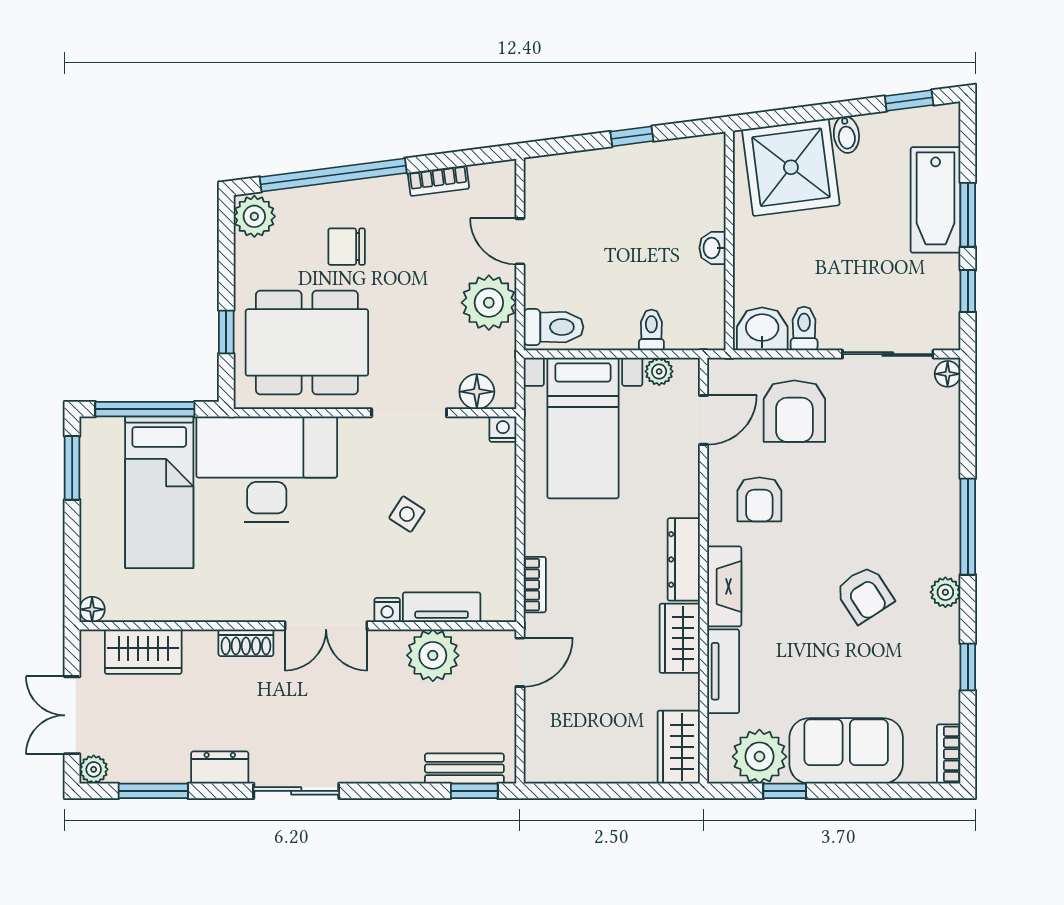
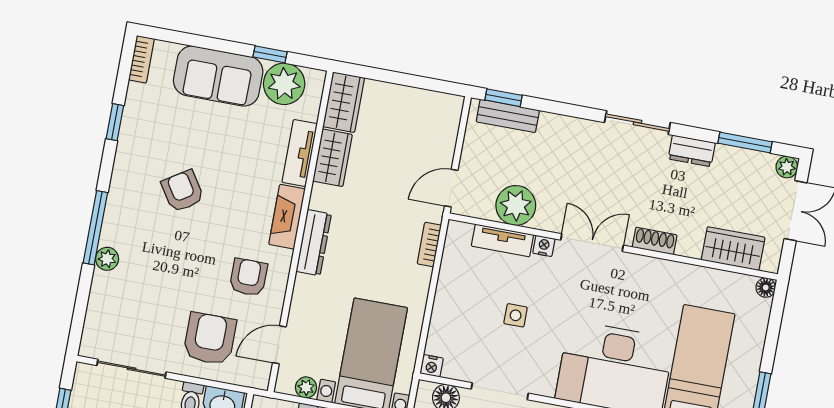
floor lamp: (948, 374) -> (89, 345), removed
side table: (407, 514) -> (516, 315), turned -33
plant: (945, 592) -> (107, 259), moved
wardrobe: (680, 638) -> (333, 158), moved

